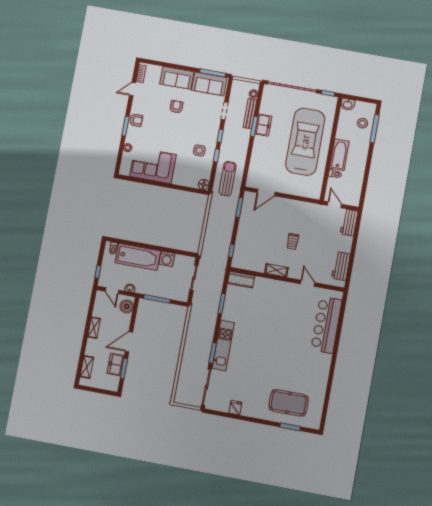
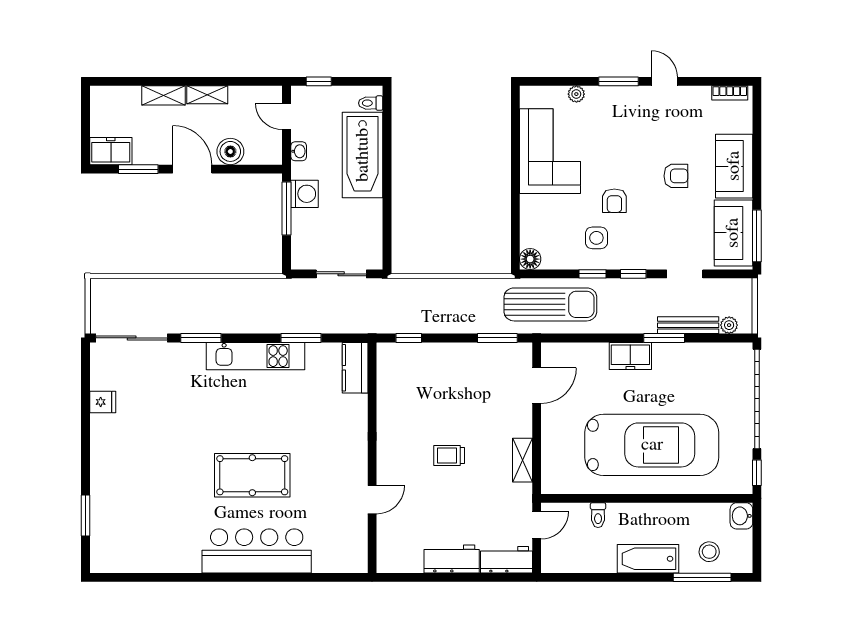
door: (132, 89) -> (664, 81), moved
armchair: (136, 120) -> (614, 201), moved
freezer: (263, 125) -> (630, 356), moved
bathtub: (339, 155) -> (648, 559), moved, turned 180
sun lounger: (228, 179) -> (550, 304), width x1.36, depth x1.34
door: (266, 192) -> (537, 386), swing flipped
washing machine: (167, 259) -> (305, 194), moved, turned 180
workbench: (341, 266) -> (452, 559), moved
shelving: (276, 270) -> (523, 460), moved
door: (112, 291) -> (287, 116), hinge flipped
boiler: (127, 306) -> (230, 151), moved
bar counter: (326, 325) -> (257, 551), moved
kitchen unit: (223, 345) -> (255, 356), moved
freezer: (116, 365) -> (111, 151), moved
shelving: (87, 367) -> (163, 95), moved
pool table: (289, 403) -> (252, 475), moved, turned 90

